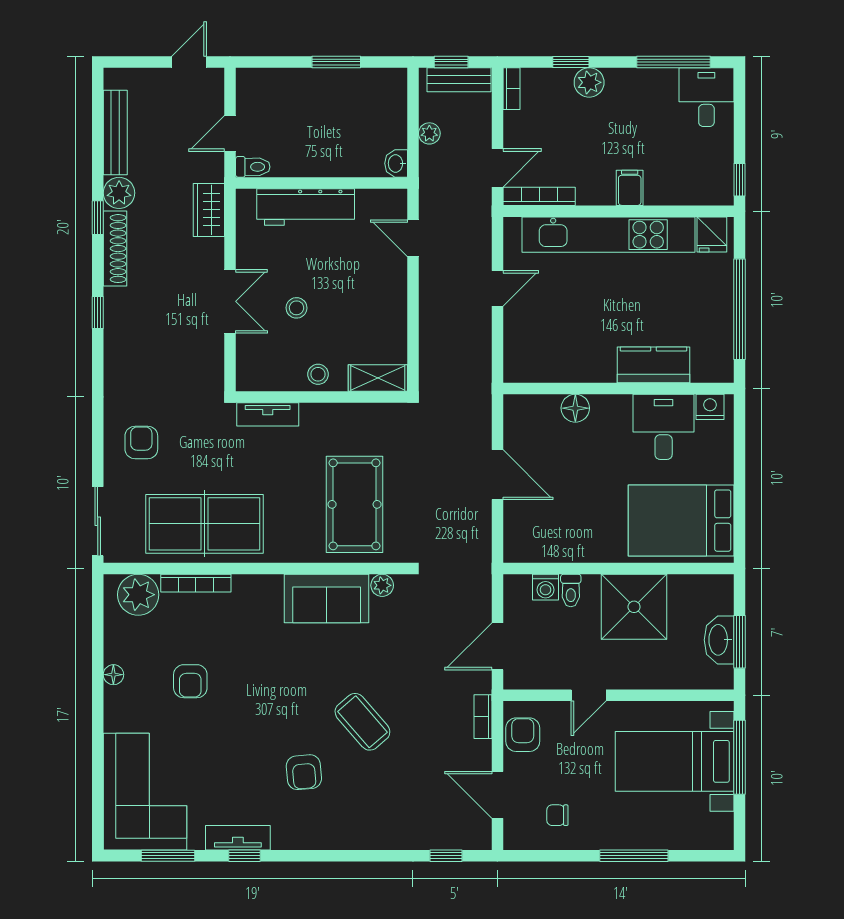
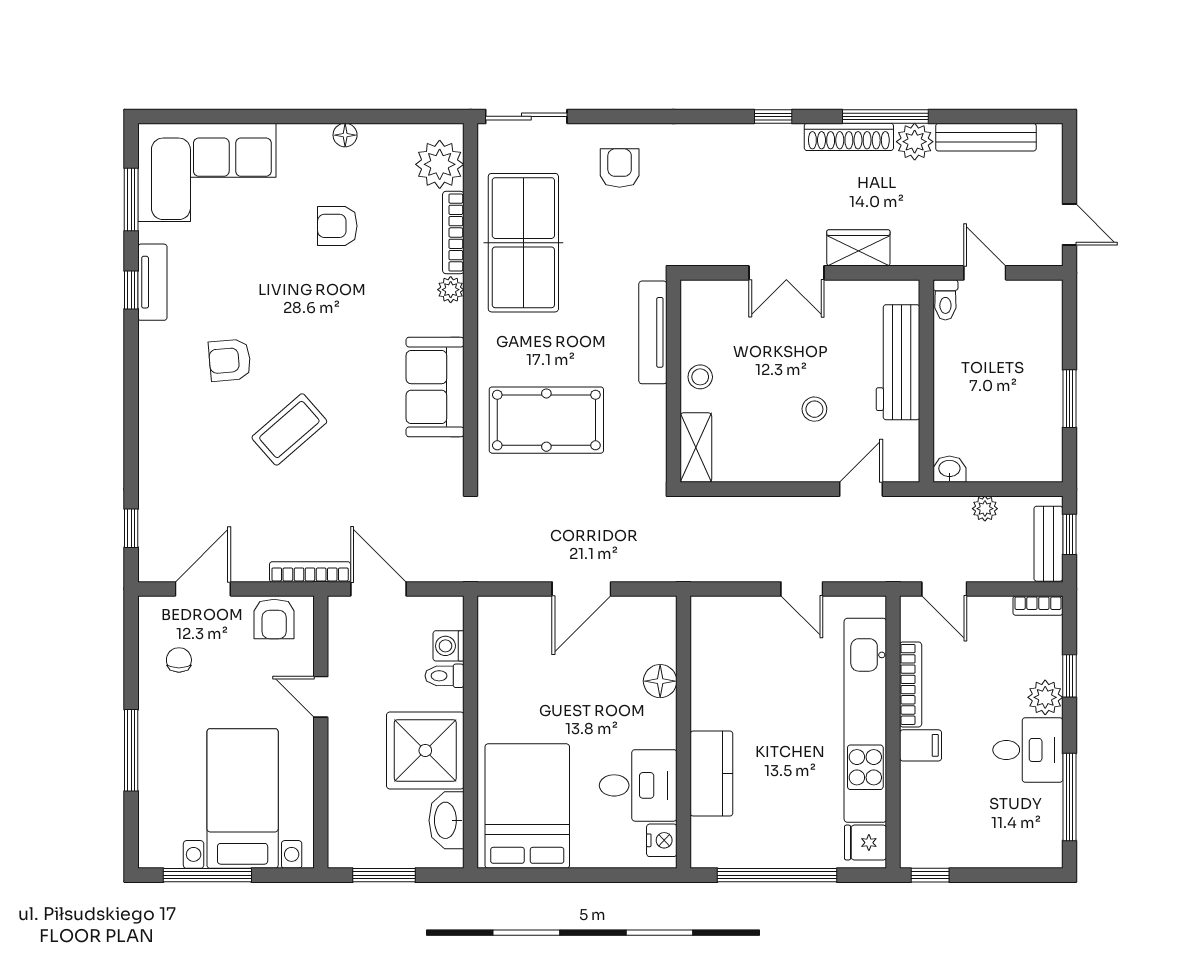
desk: (706, 97) -> (1028, 750), moved
bookcase: (539, 196) -> (911, 684), moved
wardrobe: (209, 210) -> (858, 248), moved
window: (98, 218) -> (885, 116), width x2.17
stool: (296, 308) -> (814, 409), moved
tv unit: (268, 414) -> (653, 332), width x1.41
armchair: (141, 443) -> (620, 168), turned -90
plant: (382, 585) -> (451, 290), moved
washbasin: (719, 640) -> (446, 820), moved, turned -90
bookcase: (483, 717) -> (310, 572), width x1.56
armchair: (523, 735) -> (274, 619), turned 90
window: (739, 757) -> (207, 875), moved

